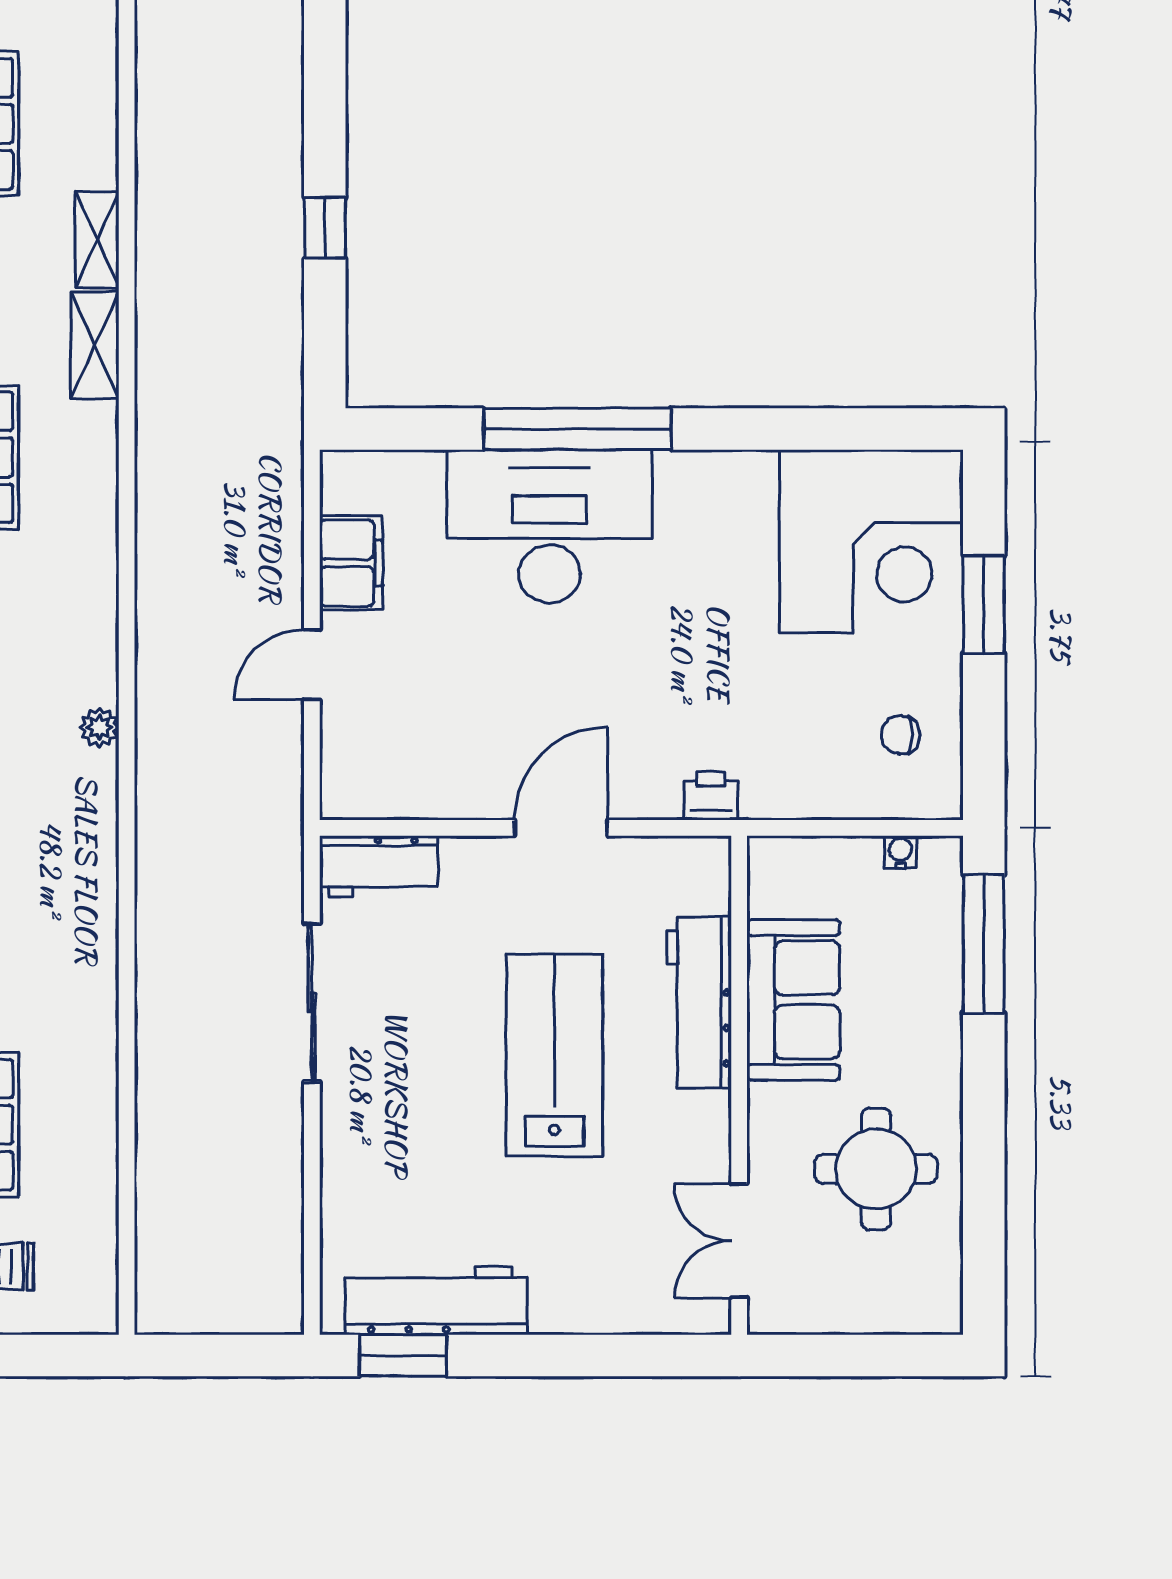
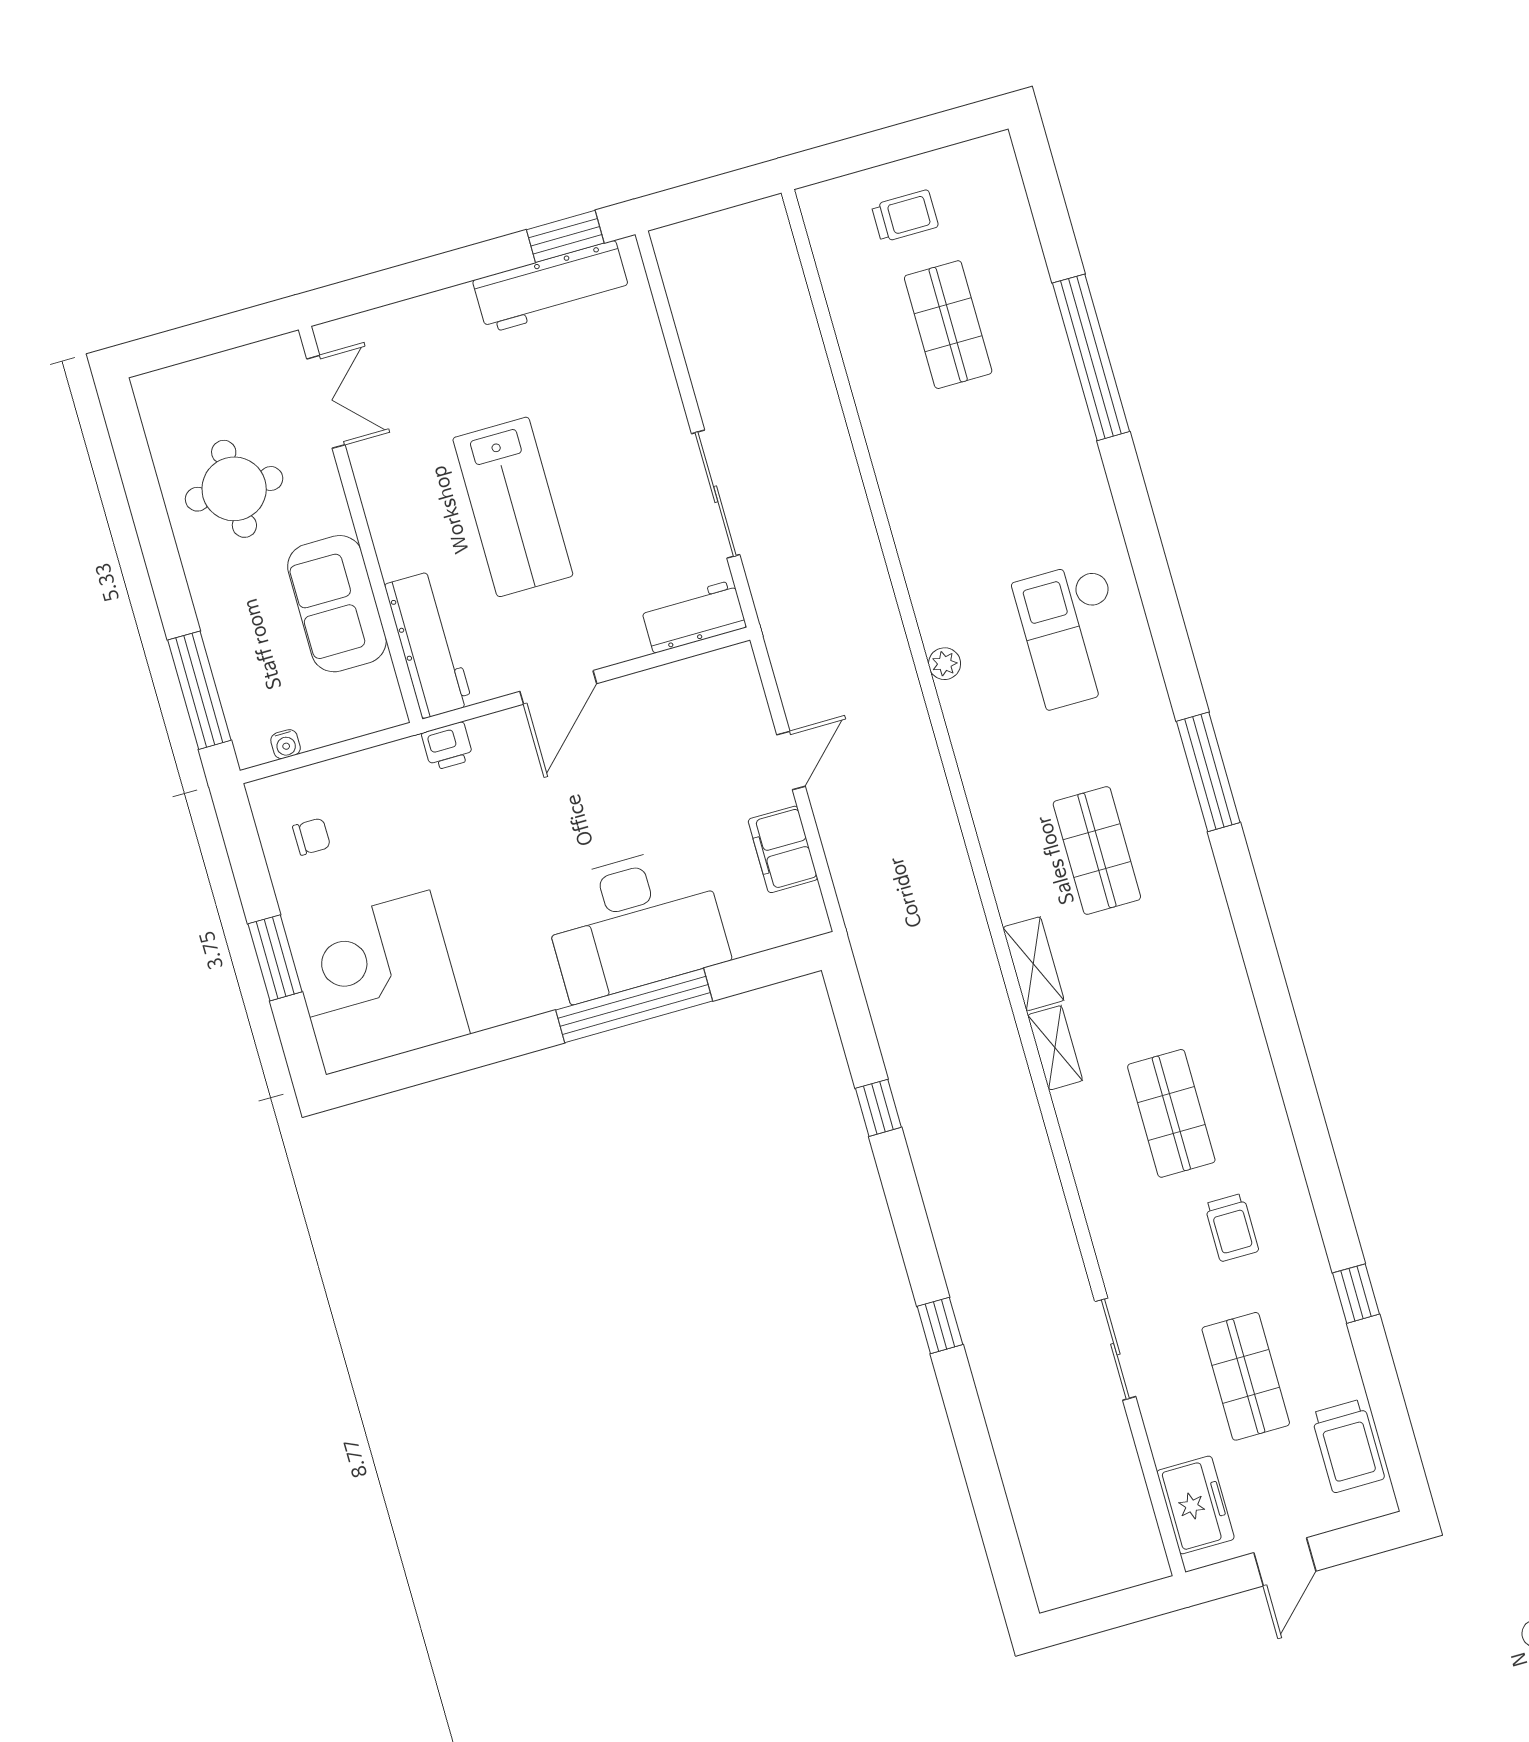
workbench: (699, 1002) -> (429, 645), moved

